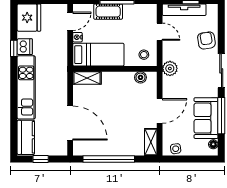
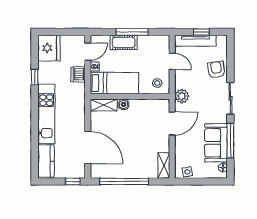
dishwasher: (25, 47) -> (78, 74), moved, turned 180
boiler: (140, 77) -> (124, 104), moved
door: (160, 111) -> (172, 123), moved
window: (41, 159) -> (73, 181), moved

